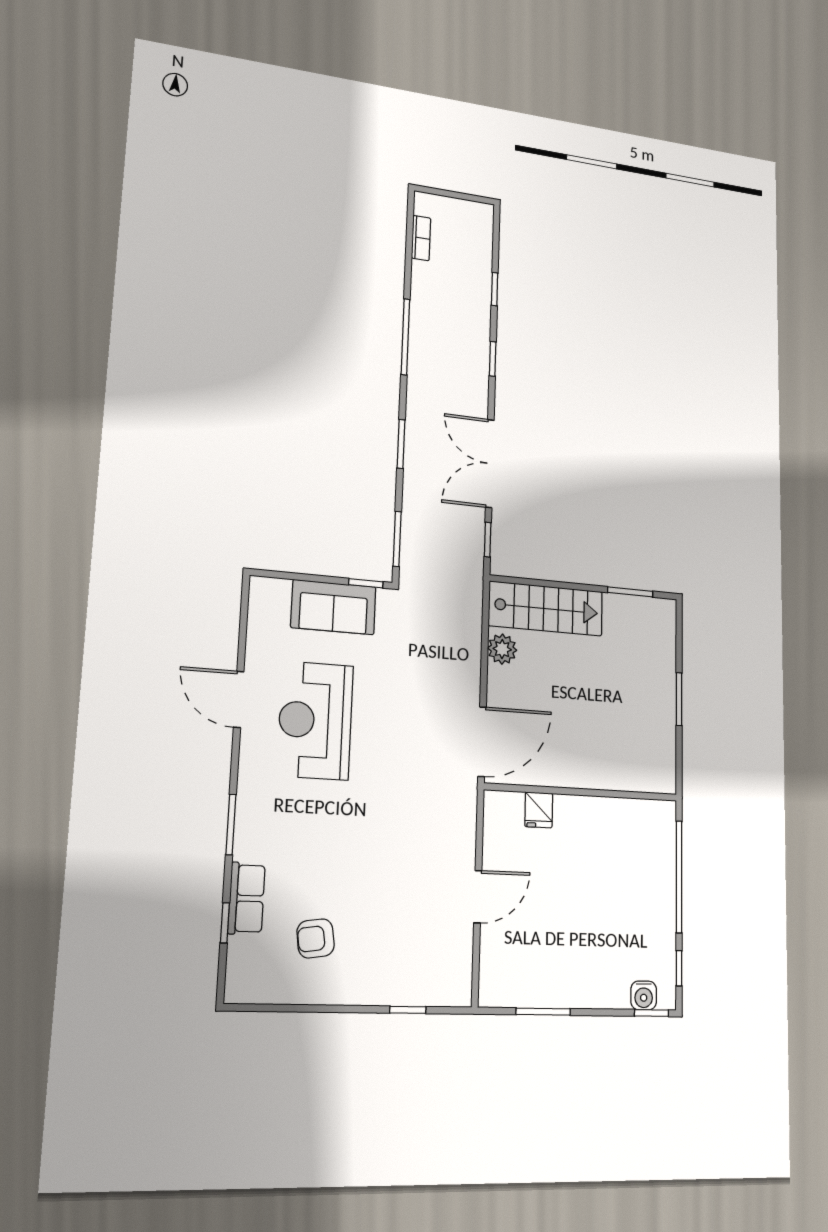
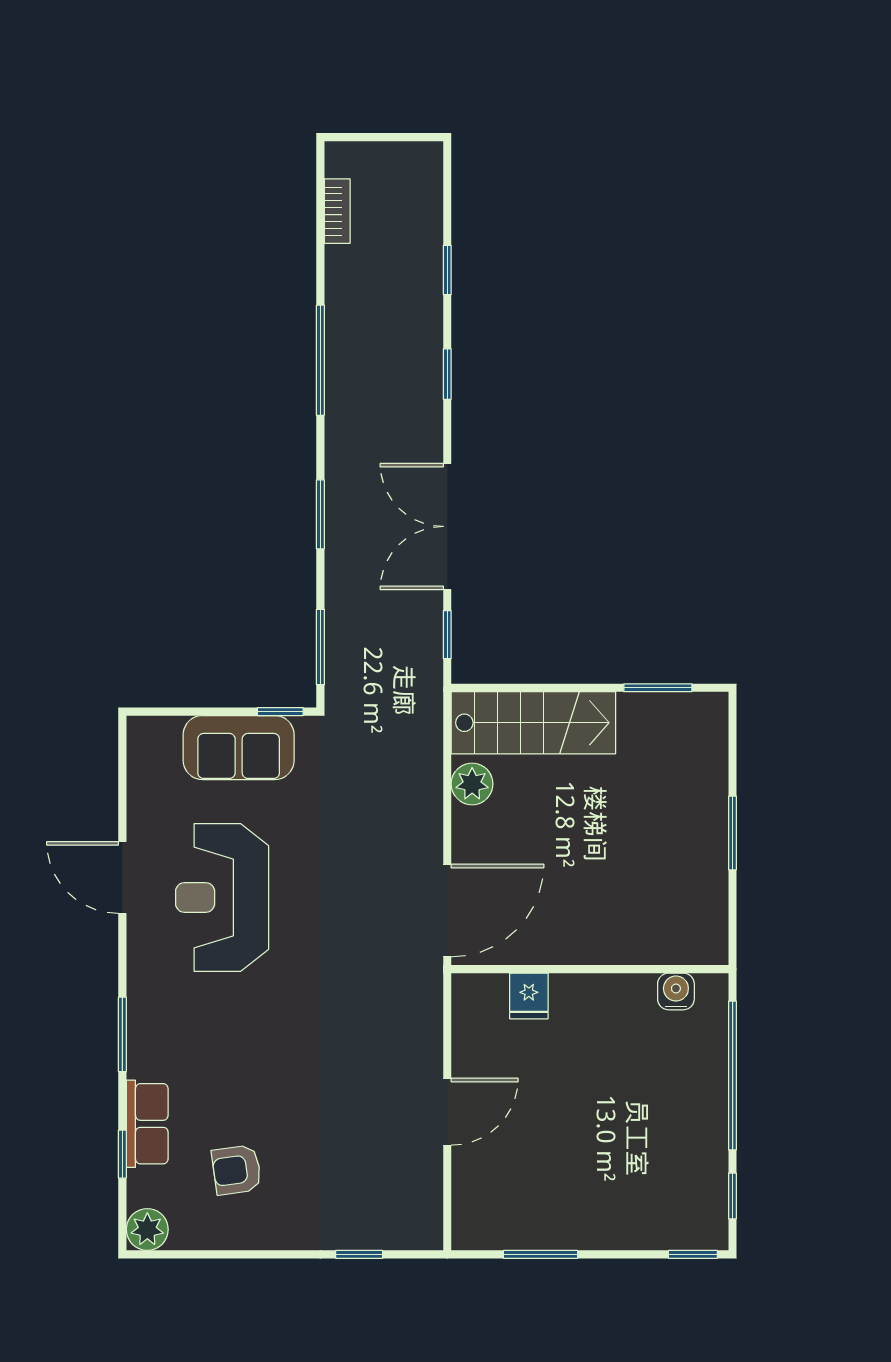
plant: (241, 986) -> (147, 1229), added
water cooler: (644, 995) -> (676, 991), moved, turned 180

